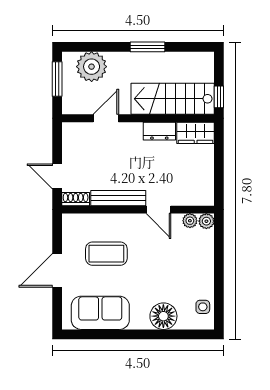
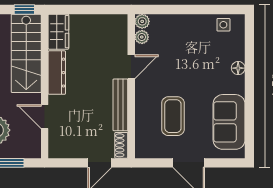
dresser: (159, 131) -> (57, 73), width x1.44
floor lamp: (163, 316) -> (238, 68), width x0.53, depth x0.53

